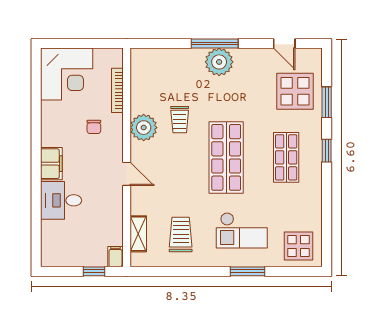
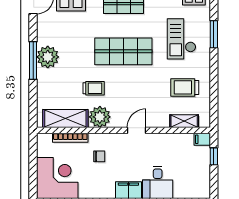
shelving: (142, 84) -> (65, 118), added
checkout: (242, 230) -> (181, 39), turned 180

